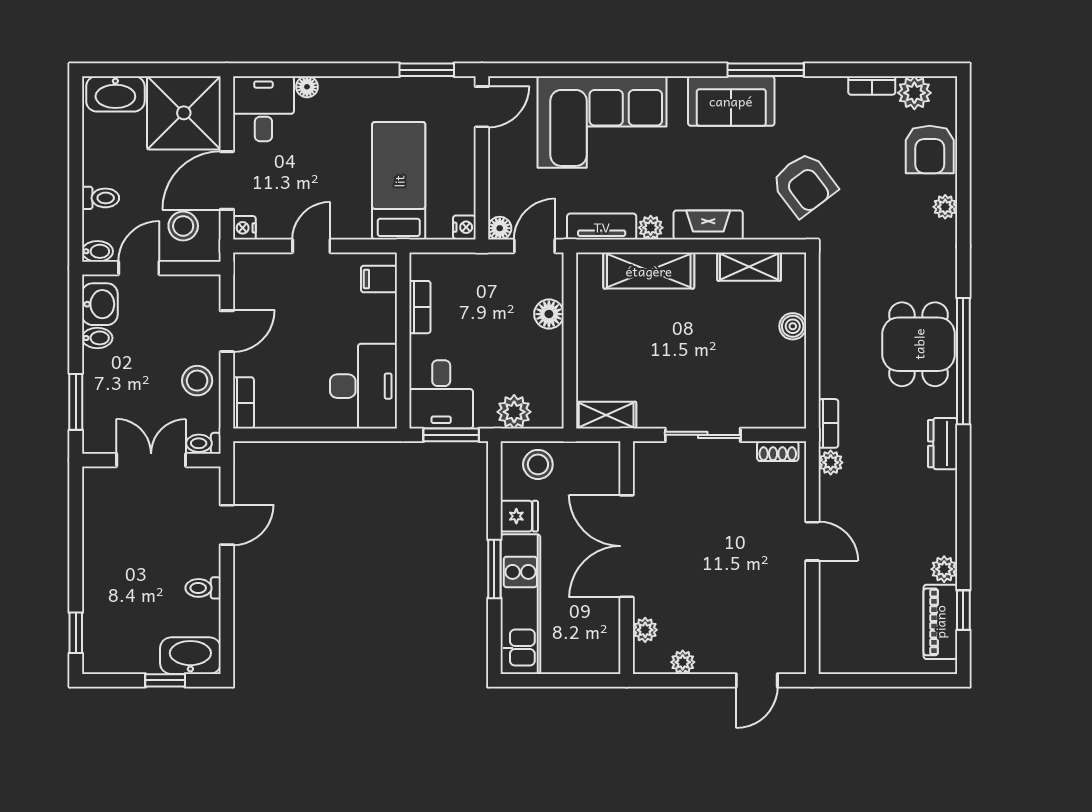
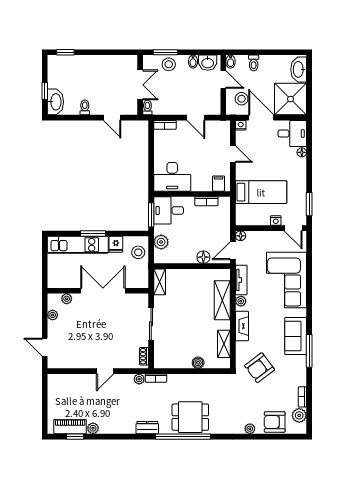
nightstand: (464, 227) -> (276, 220), moved
door: (534, 246) -> (233, 251), swing flipped
stool: (197, 381) -> (169, 64), moved

